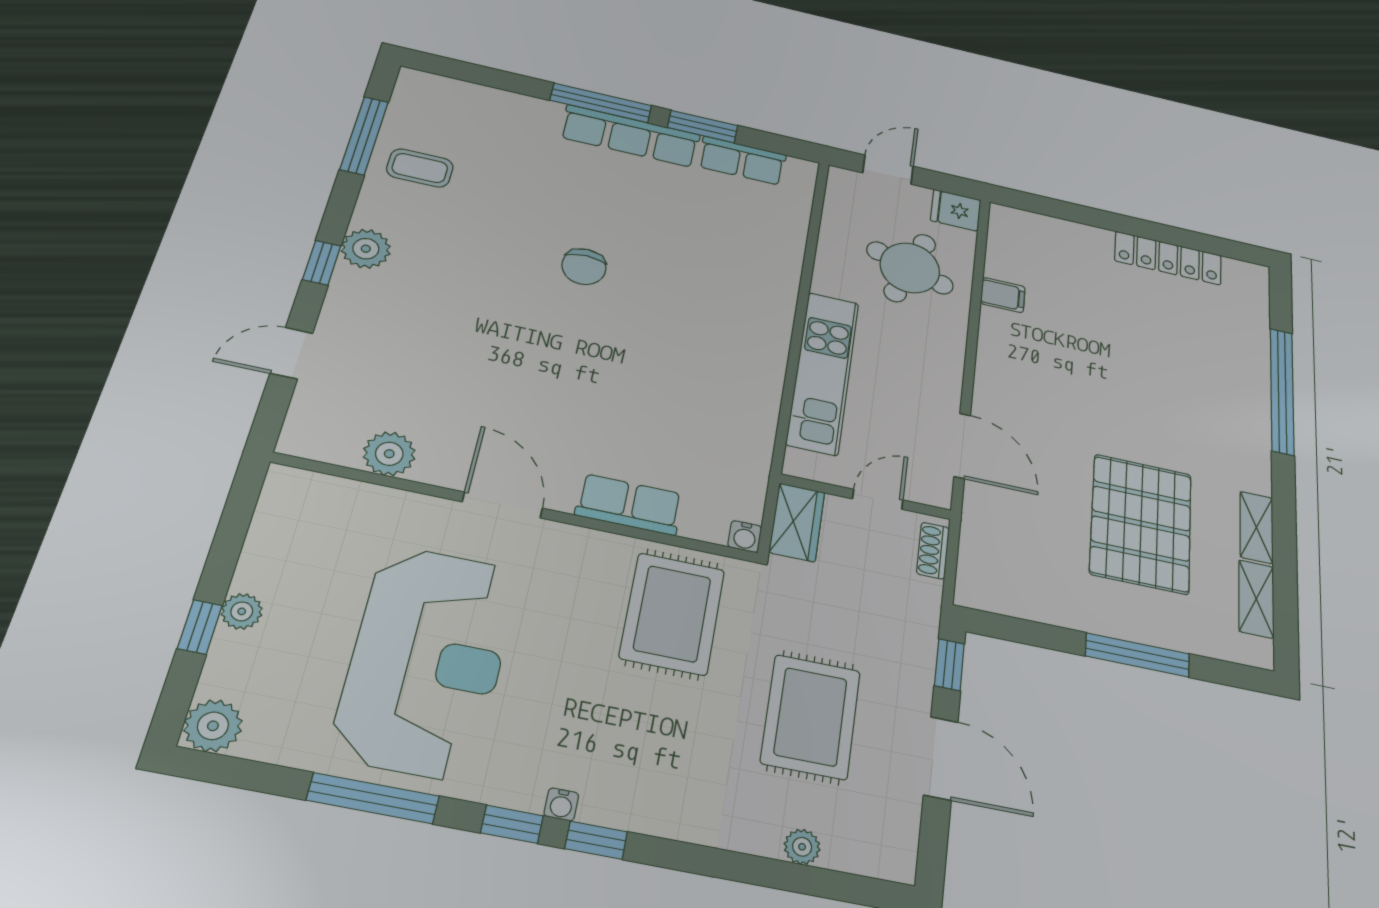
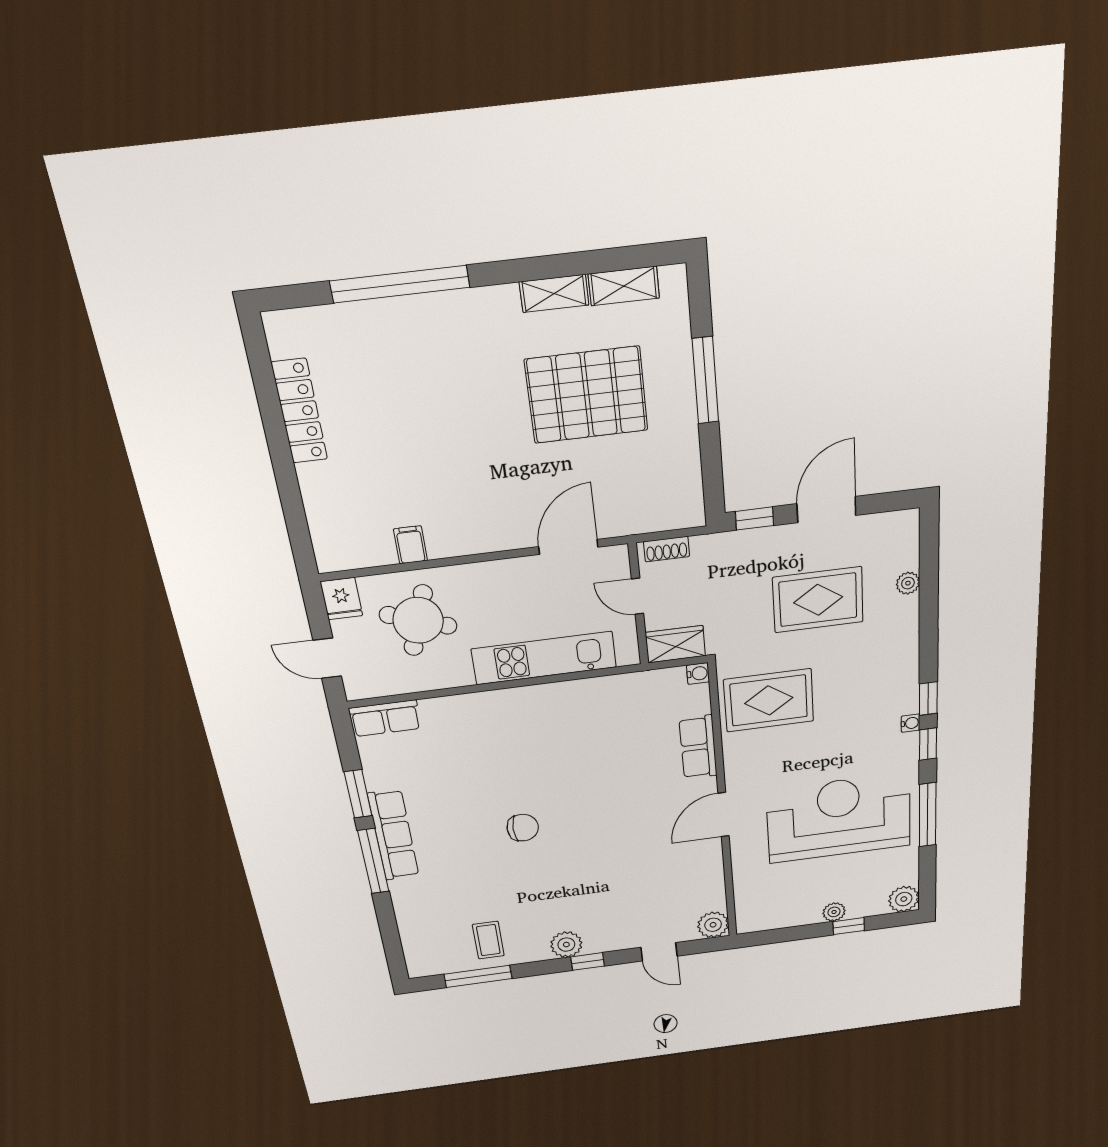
row of seats: (742, 161) -> (385, 718), moved, turned 90
plant: (389, 454) -> (713, 925), moved

